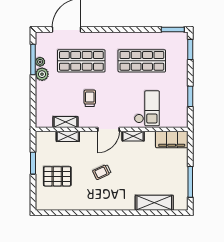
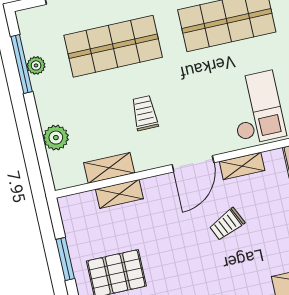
plant: (42, 74) -> (56, 138), moved
trolley: (102, 172) -> (227, 224), moved

